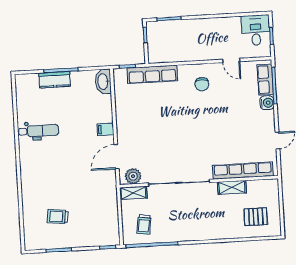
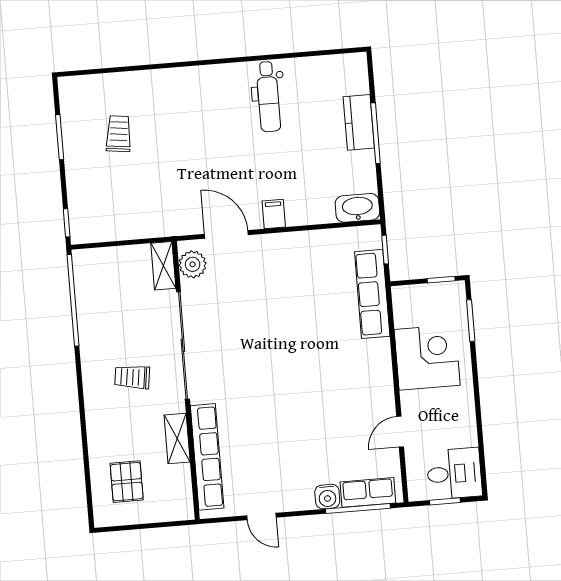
corner desk: (189, 44) -> (427, 357), added
chair: (202, 84) -> (357, 381), removed
trolley: (144, 224) -> (132, 377), moved

